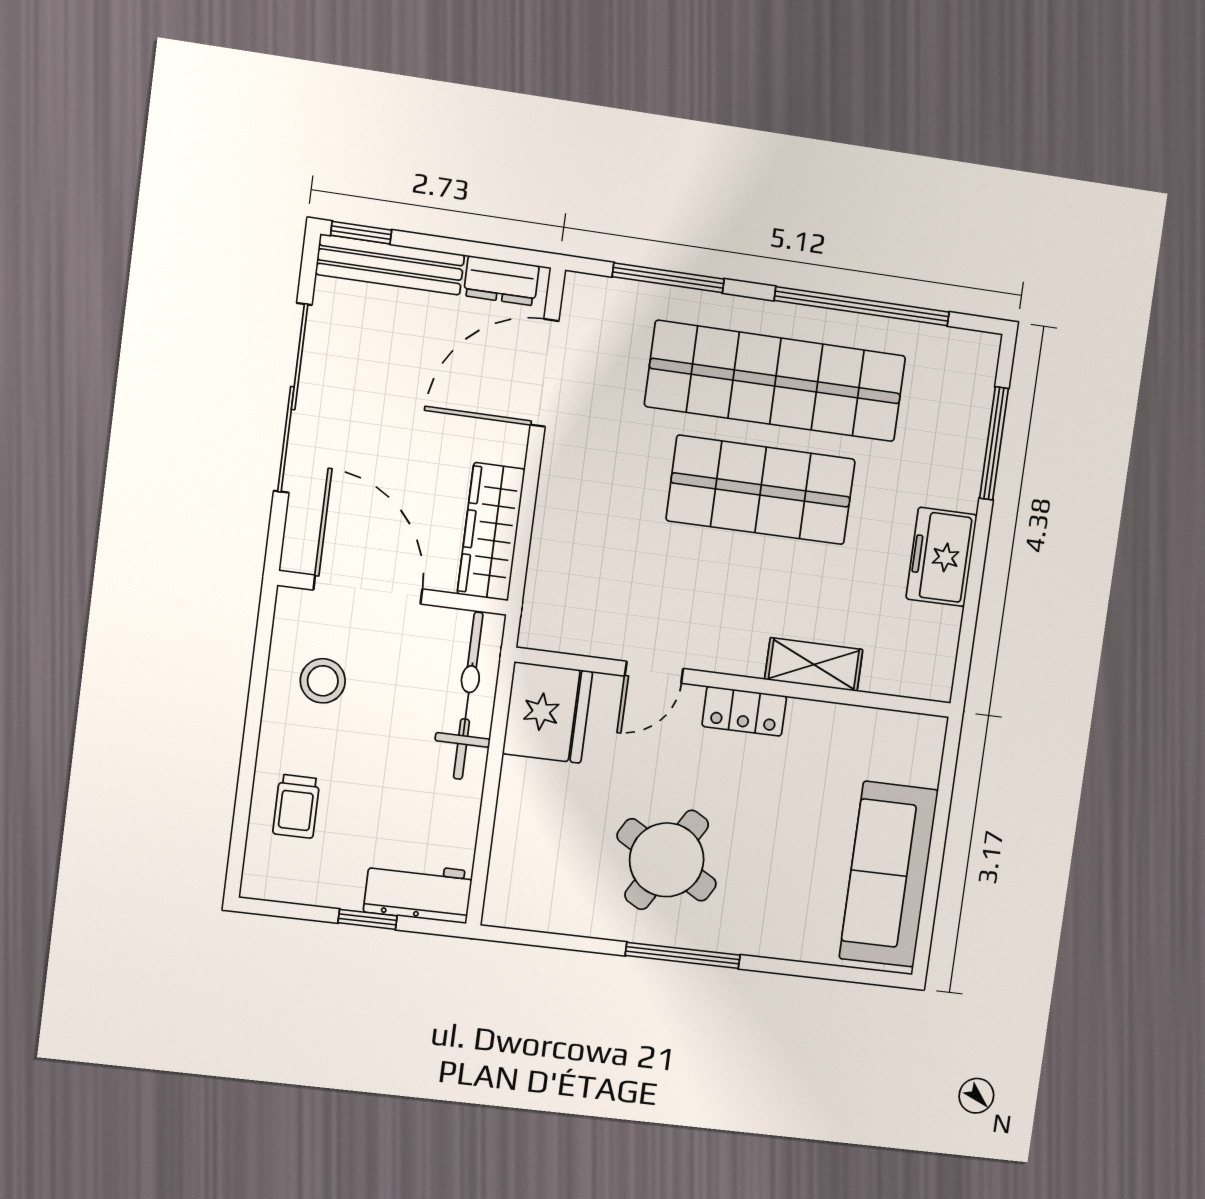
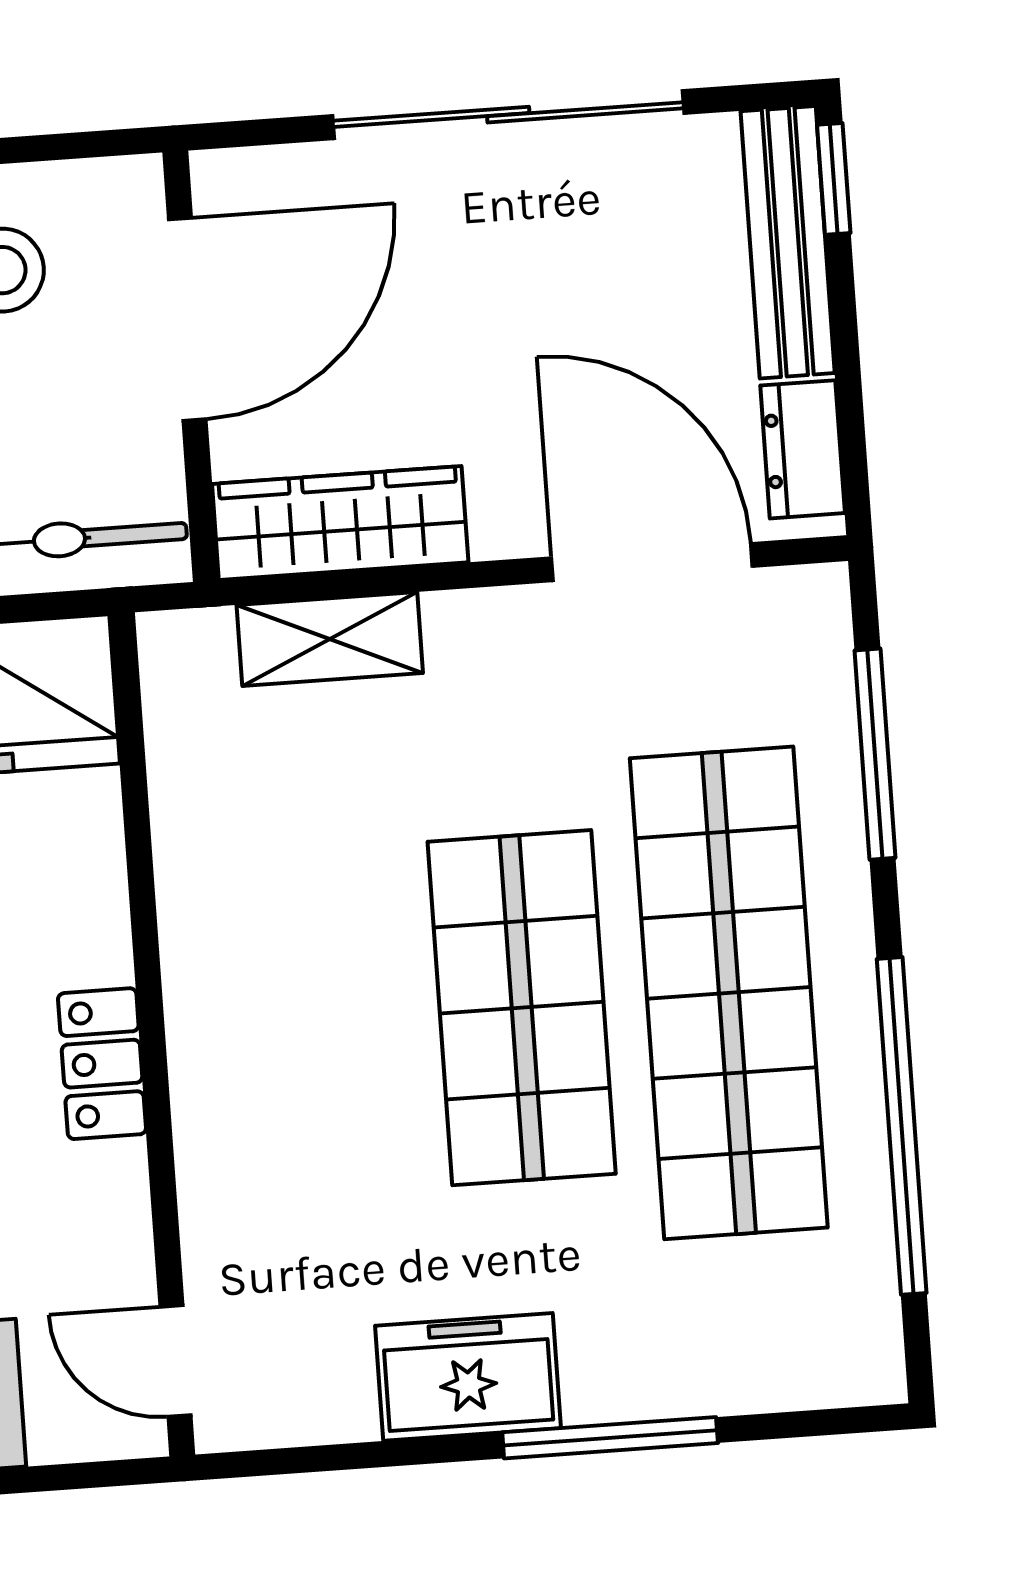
window: (994, 443) -> (610, 1438), moved
shelving: (814, 665) -> (330, 639), moved, turned 90
door: (654, 672) -> (176, 1361), moved

